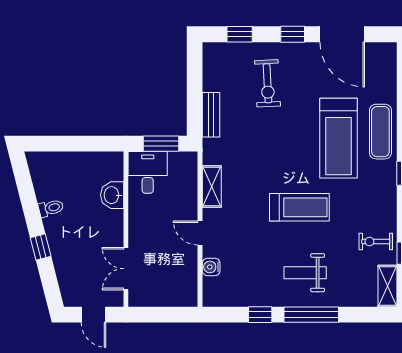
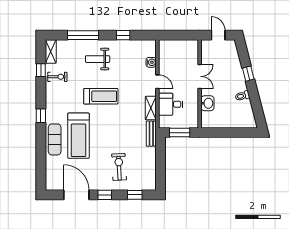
bench: (211, 115) -> (151, 134), moved
treadmill: (338, 138) -> (79, 136), turned 180
desk: (148, 172) -> (171, 104), moved, turned 90
treadmill: (299, 207) -> (101, 96), turned 180
double door: (126, 269) -> (200, 76), moved
weight bench: (305, 273) -> (98, 59), turned 180
window: (311, 315) -> (83, 35), moved

